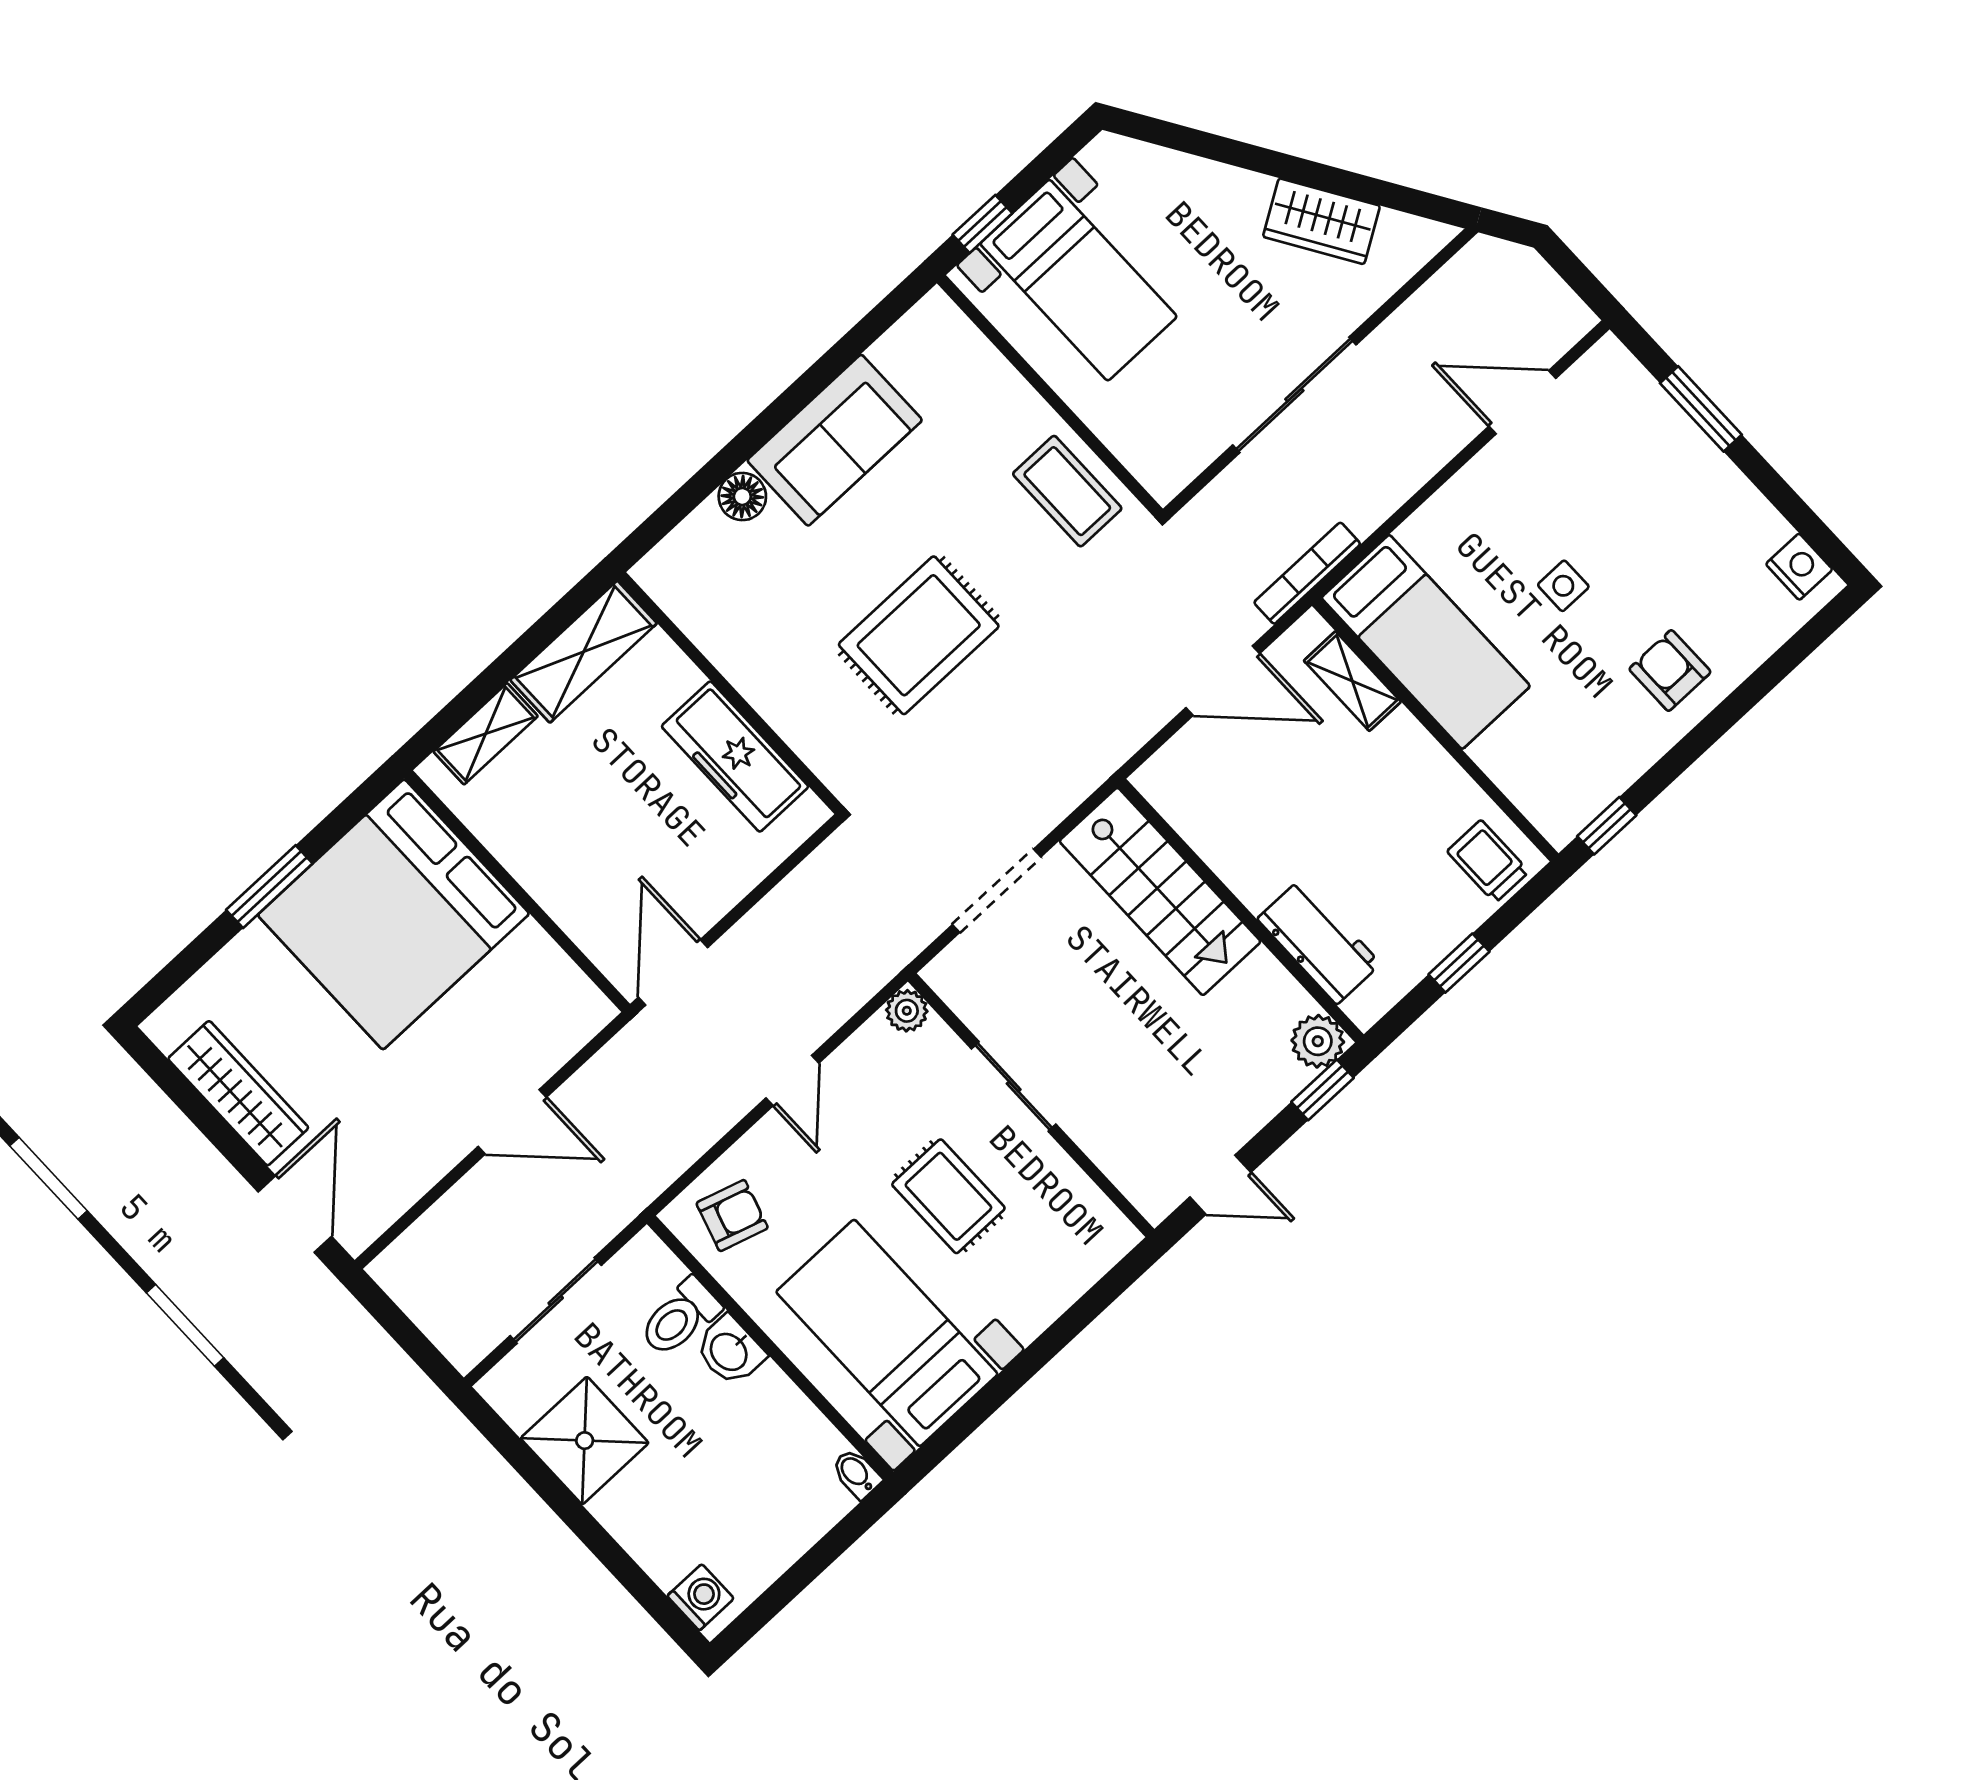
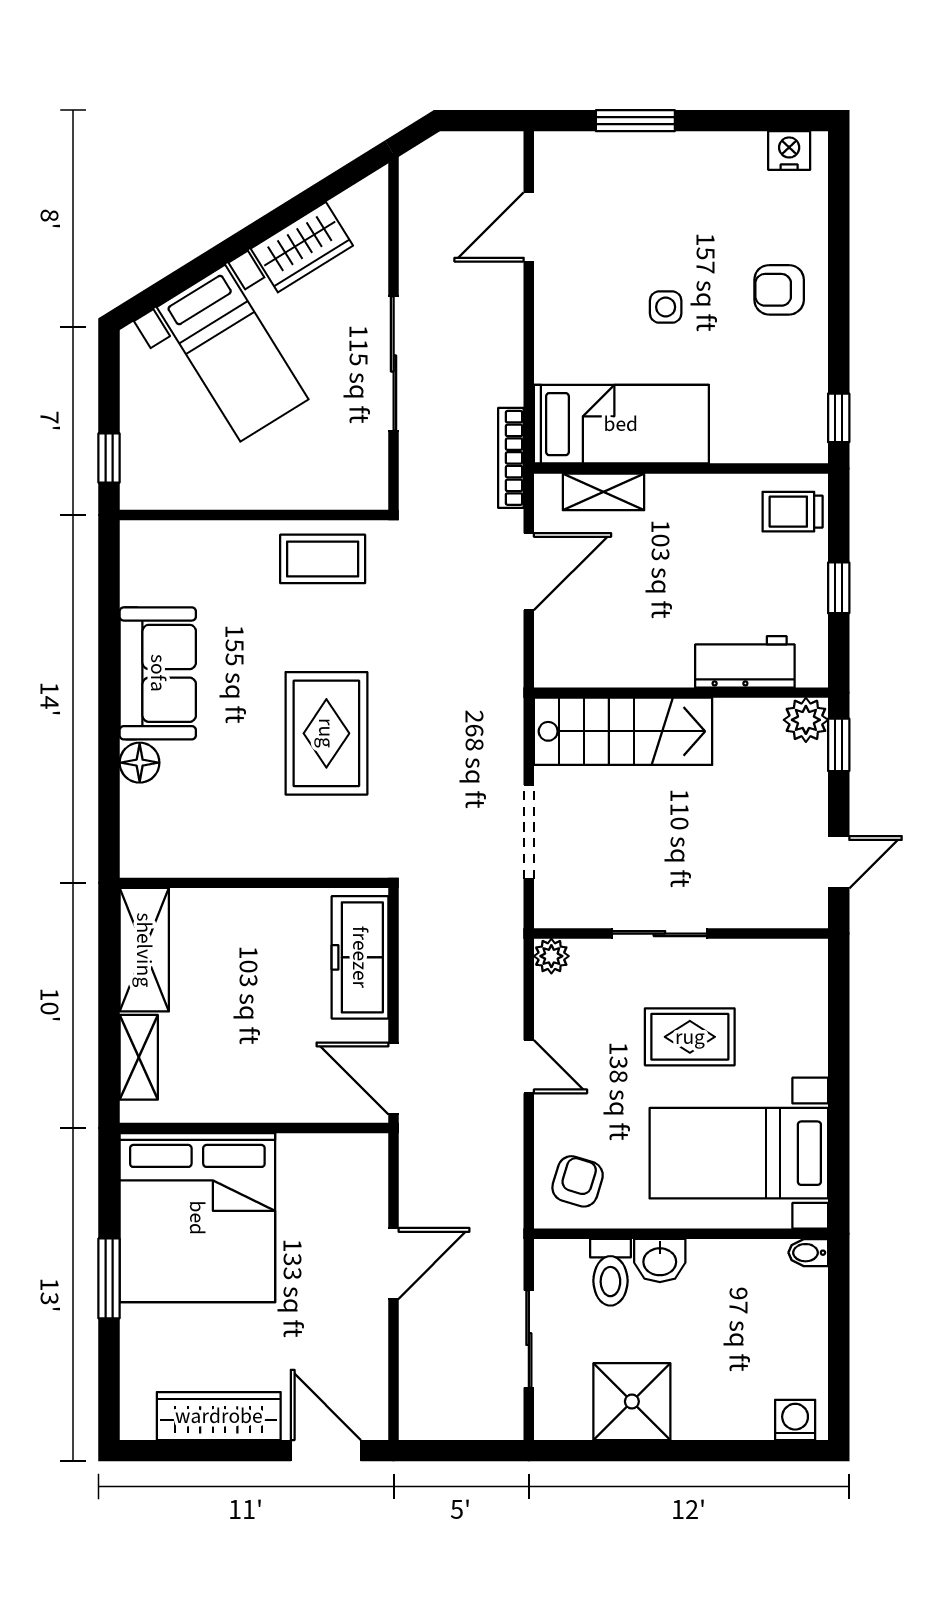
bed with nightstands: (1079, 280) -> (233, 353), moved, turned 58
freezer: (735, 757) -> (360, 957), moved, turned 90

